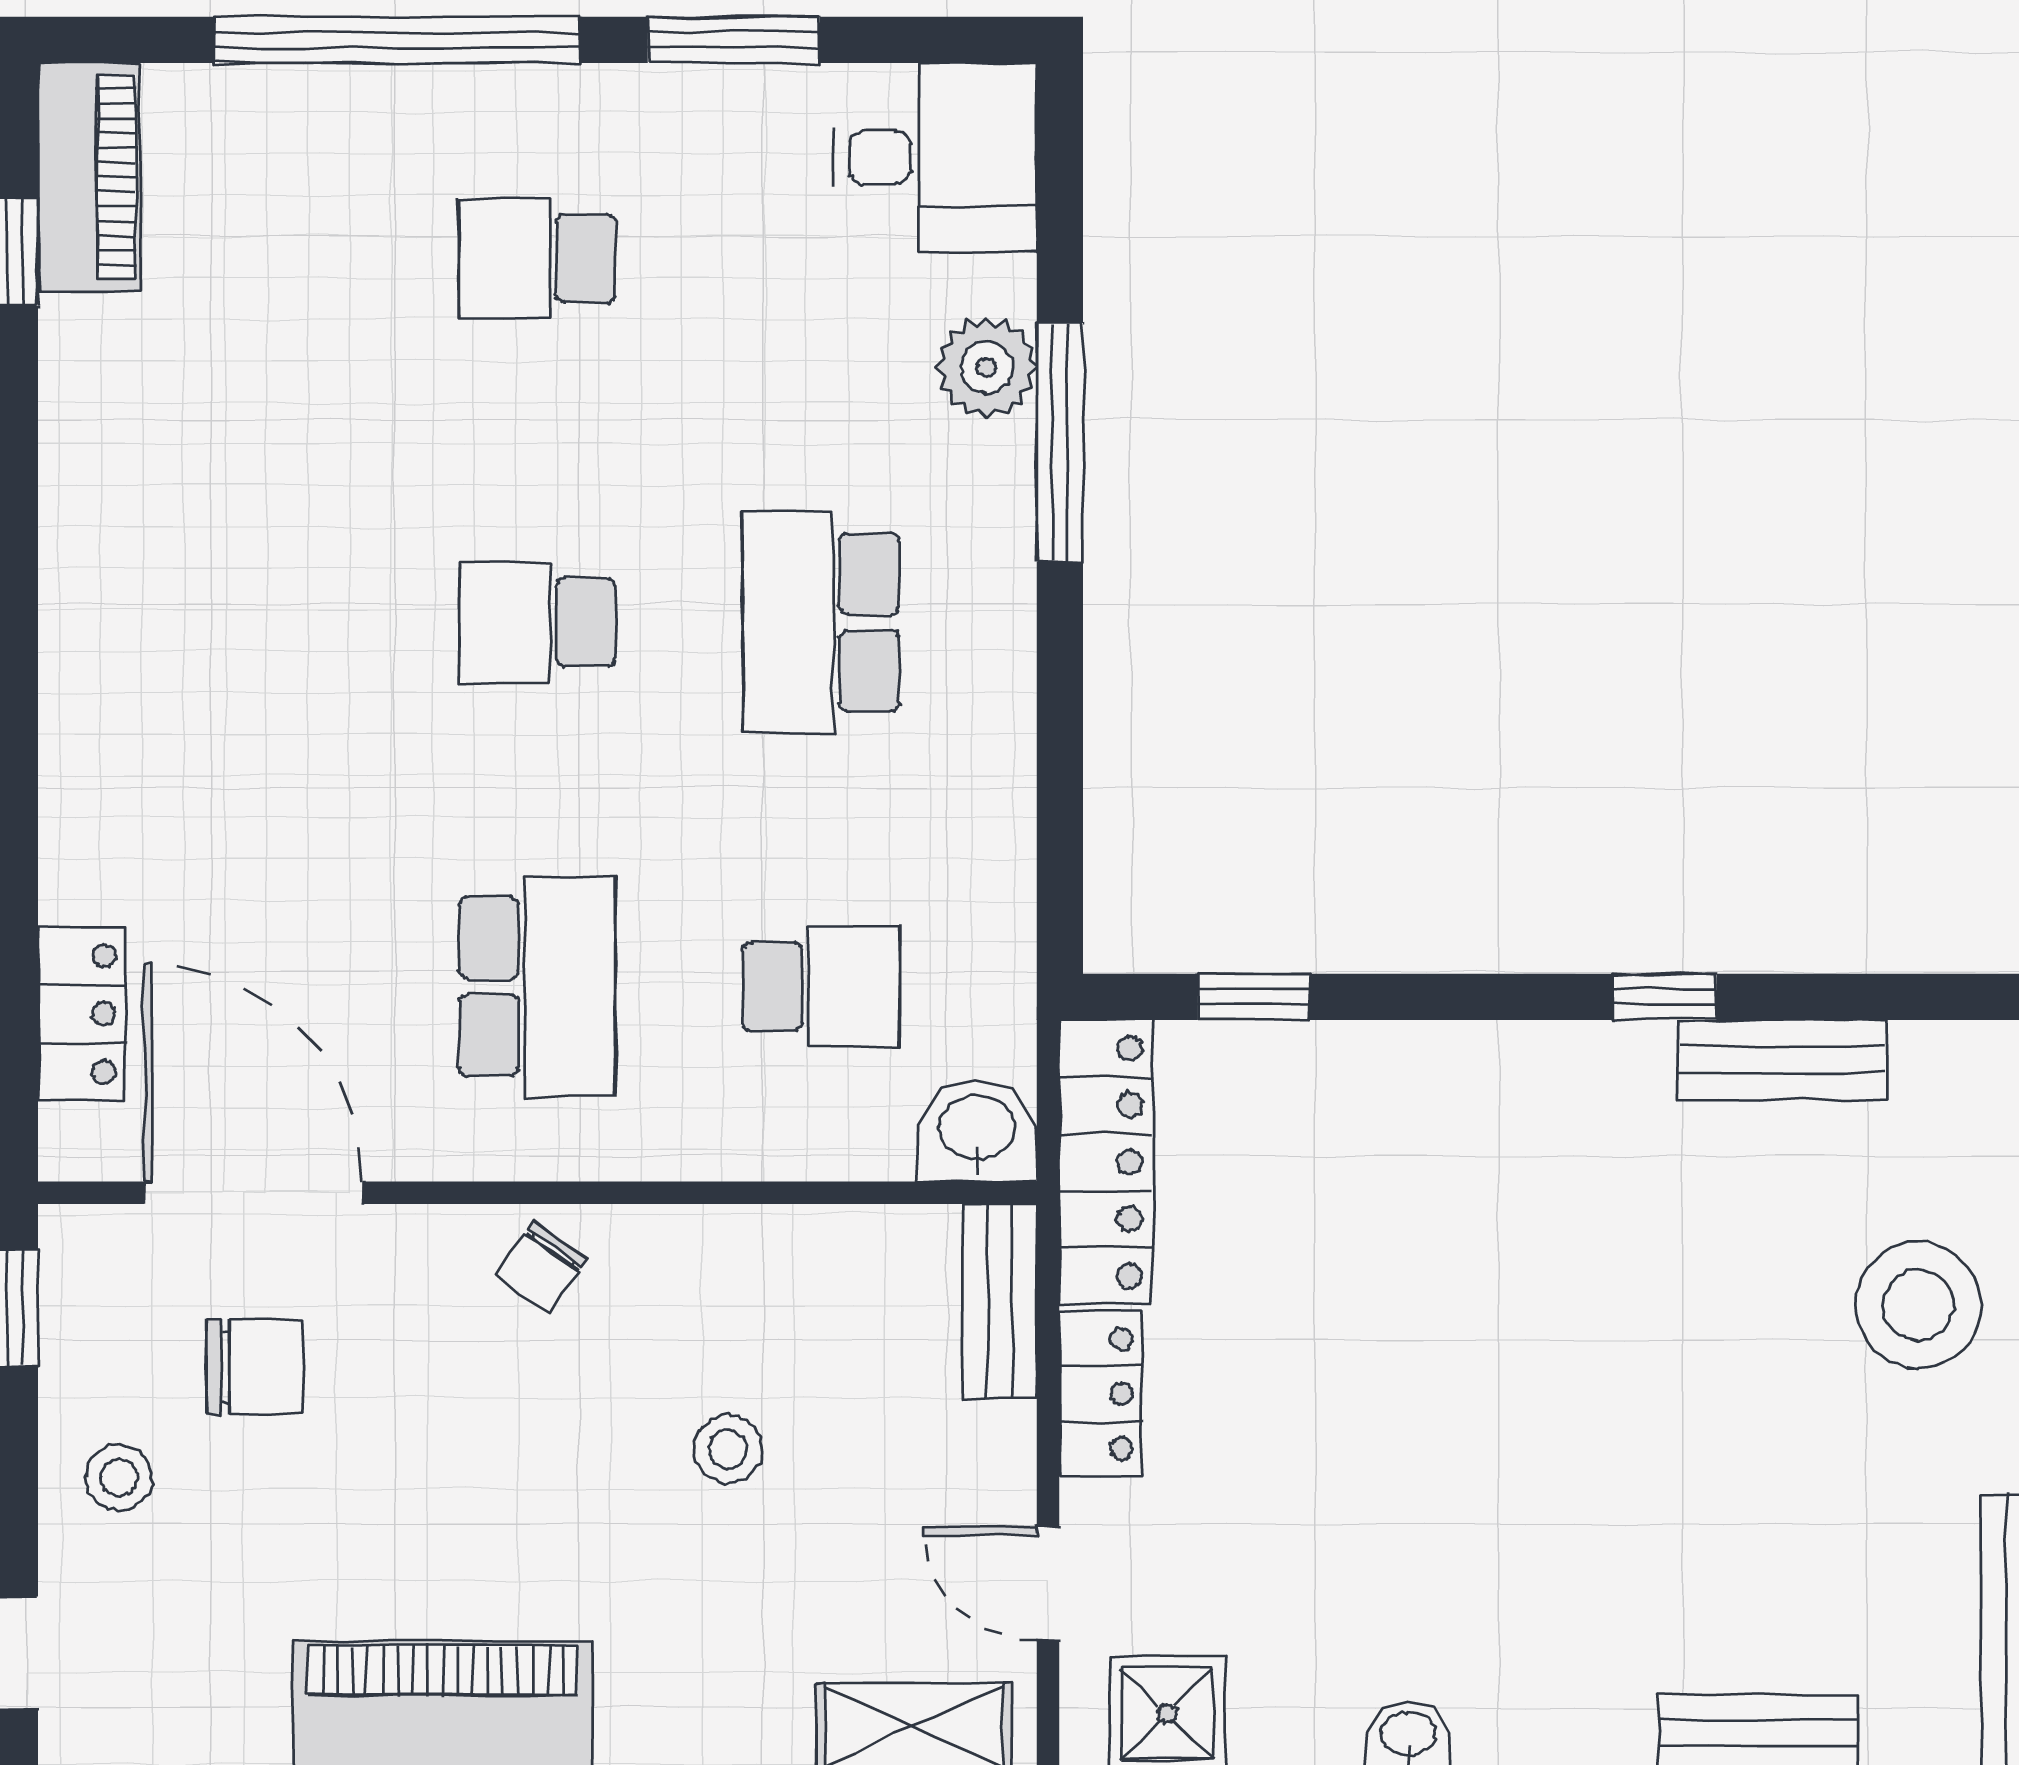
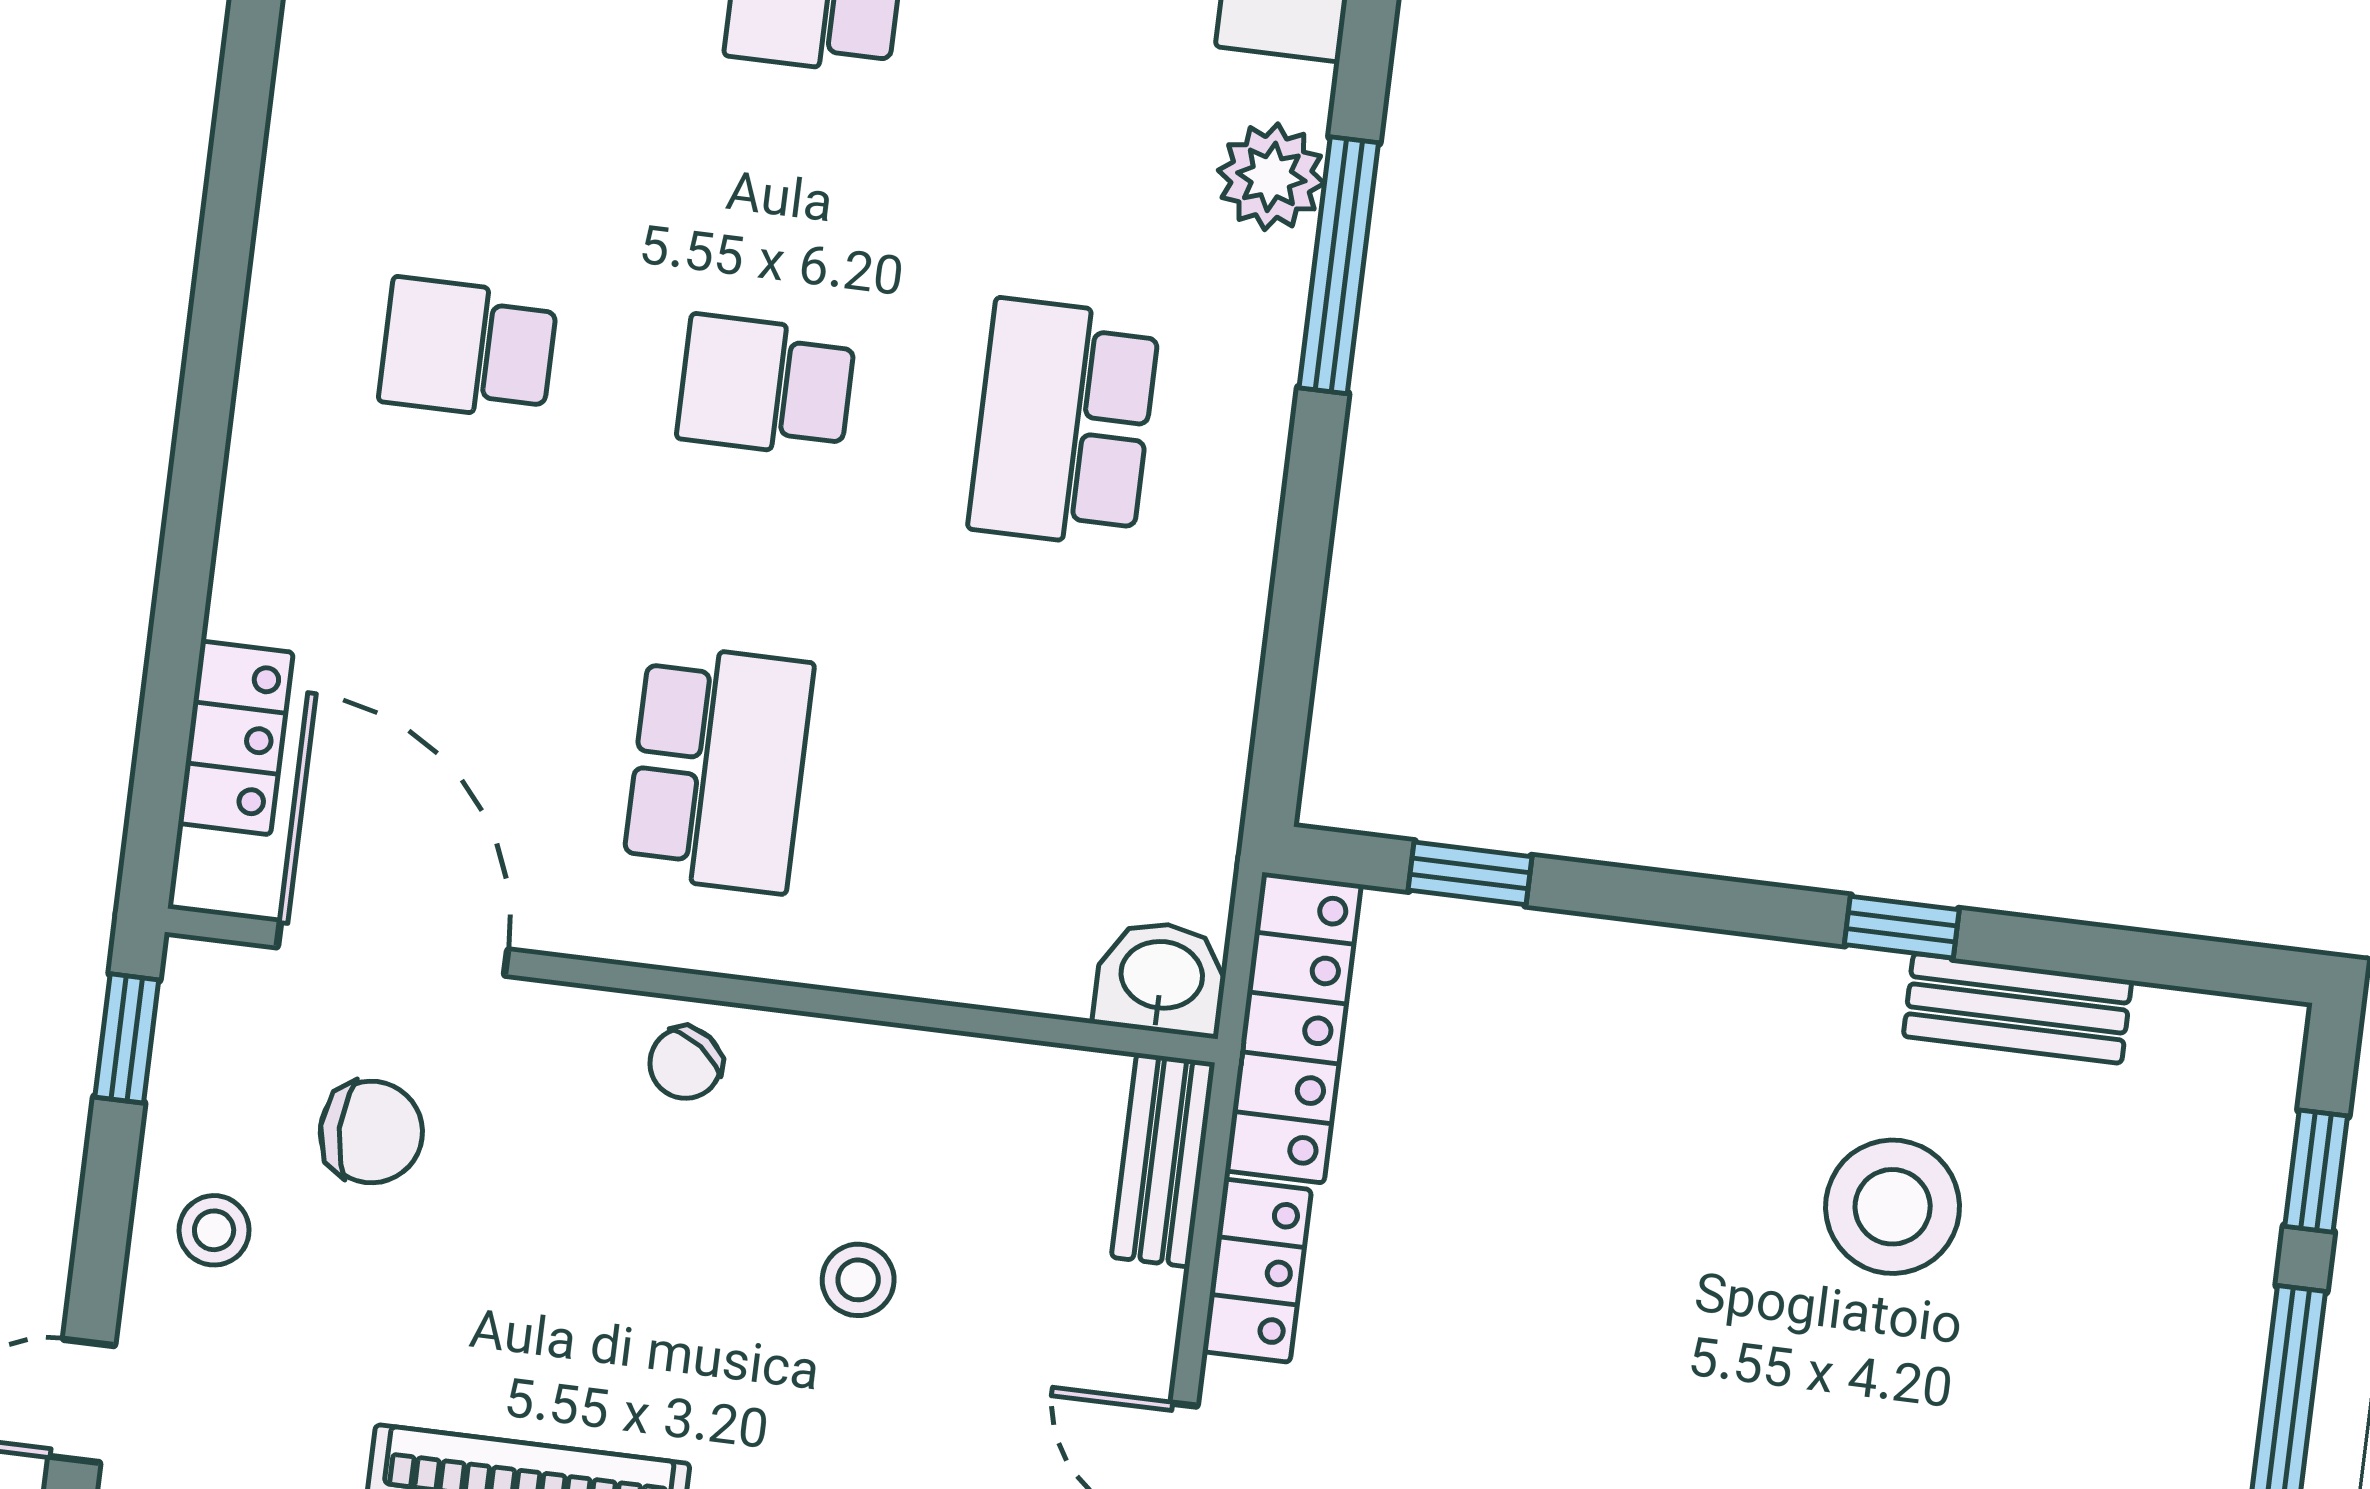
school desk: (821, 987) -> (468, 349), moved, turned 180
stool: (1918, 1305) -> (1893, 1207), moved

